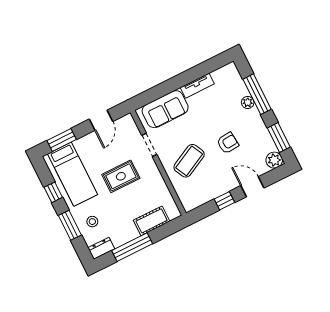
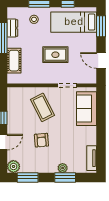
tv unit: (197, 86) -> (92, 158), moved
window: (257, 94) -> (65, 177), width x0.69
rug: (121, 176) -> (55, 55), turned 90
dresser: (101, 248) -> (12, 28), moved

